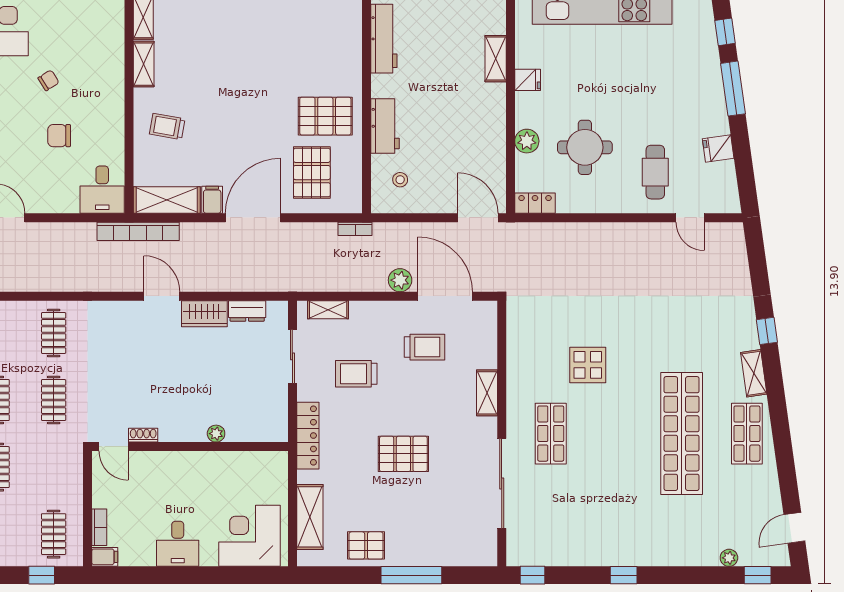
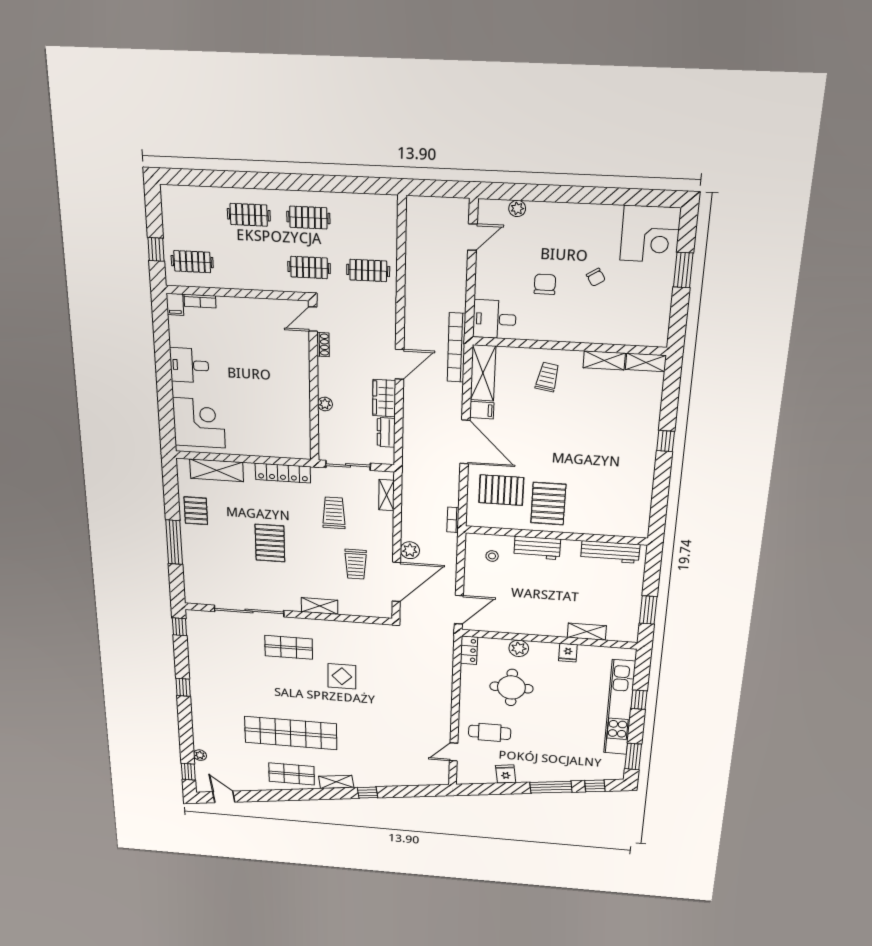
plant: (216, 434) -> (325, 404), moved
shoe rack: (143, 435) -> (323, 345), moved
door: (113, 447) -> (313, 319), moved
wall: (190, 447) -> (314, 382), moved

